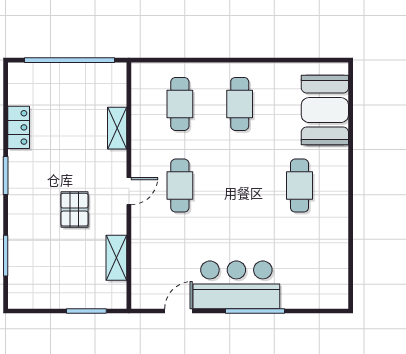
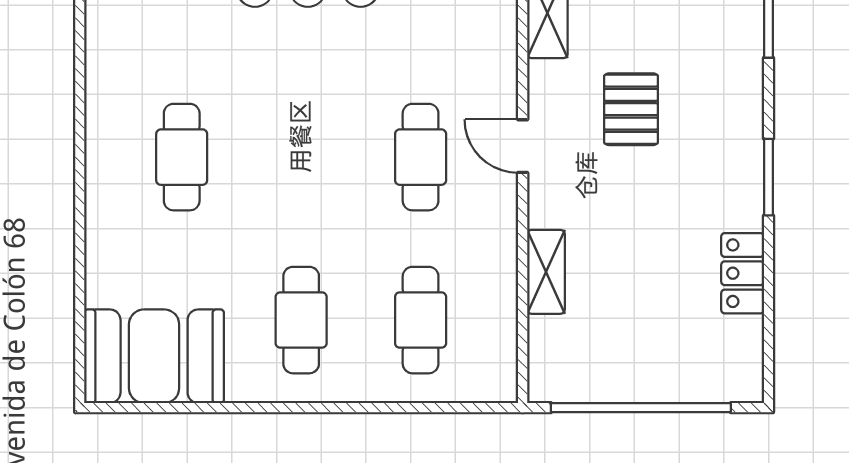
booth: (325, 110) -> (154, 356), moved, turned 90
door: (129, 191) -> (523, 146), hinge flipped

